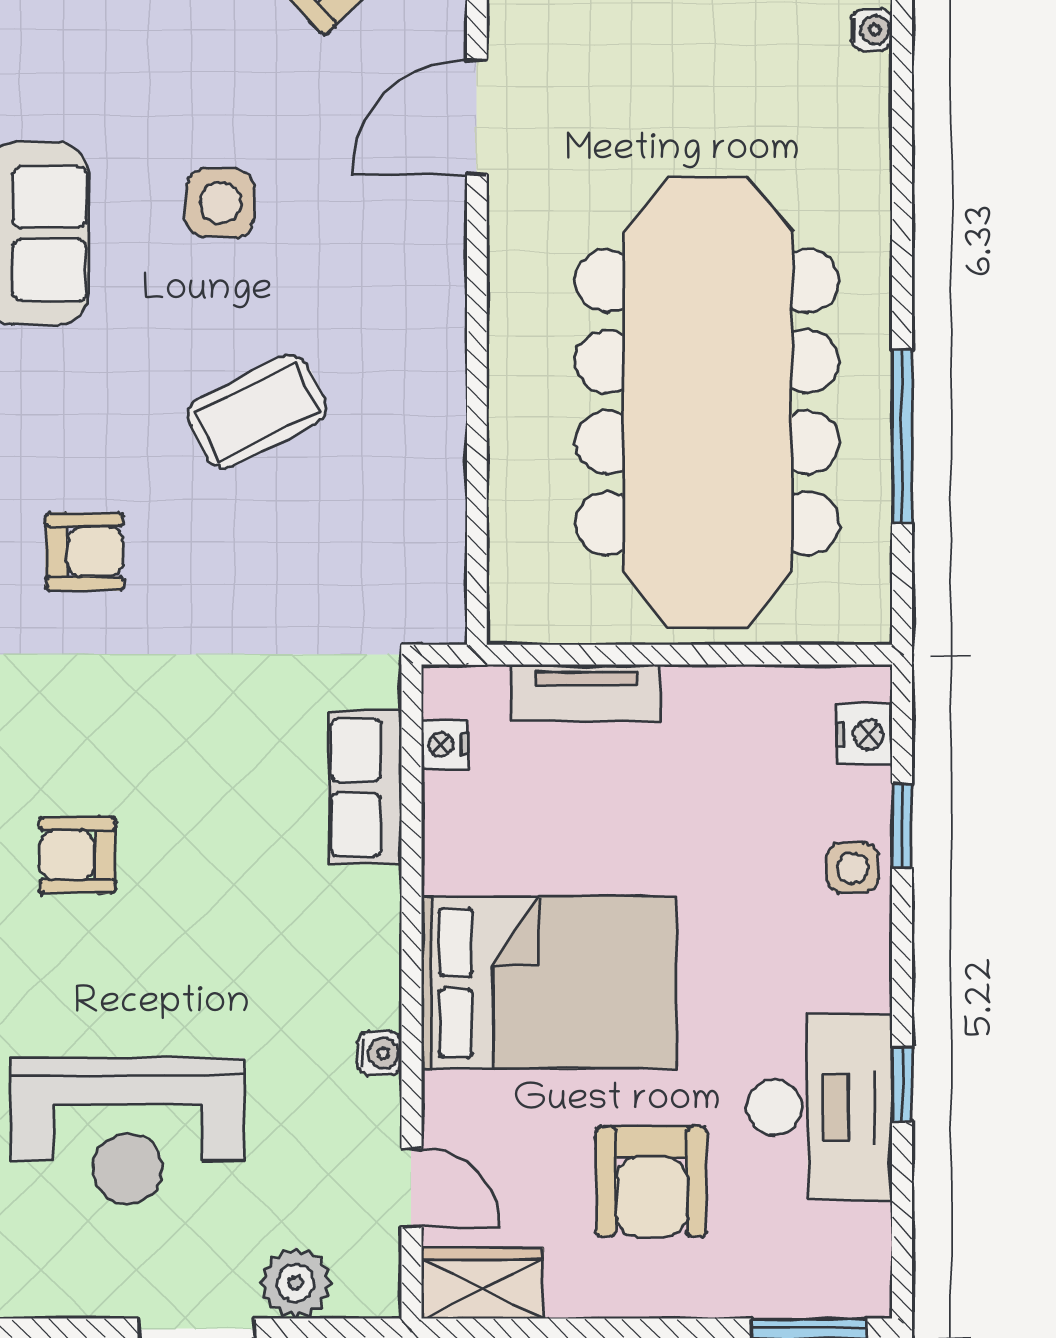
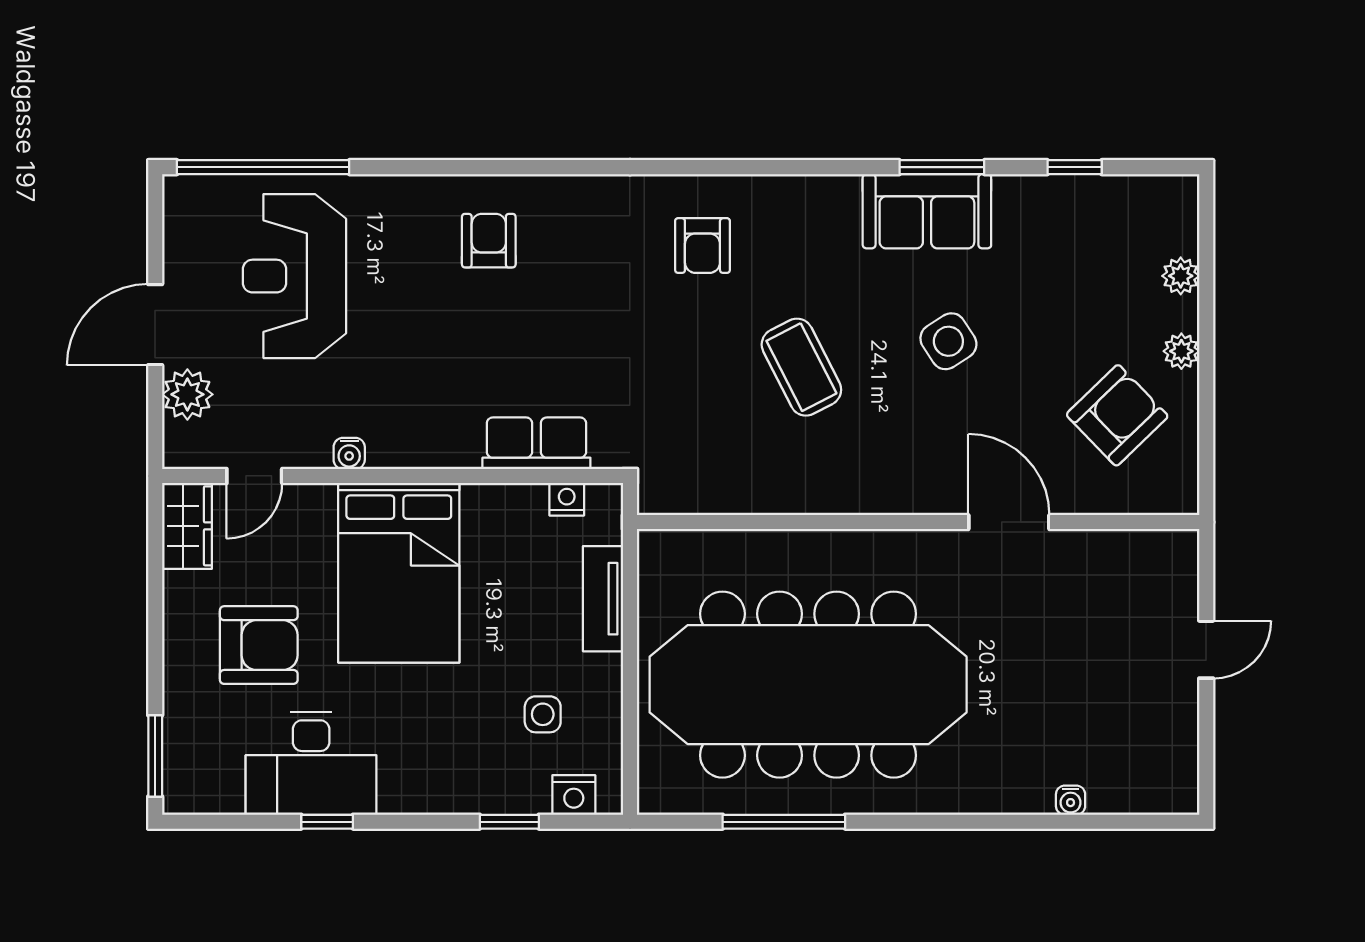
side table: (220, 203) -> (948, 341), turned -35
side table: (852, 868) -> (543, 714), moved
armchair: (651, 1181) -> (259, 645), turned 180

